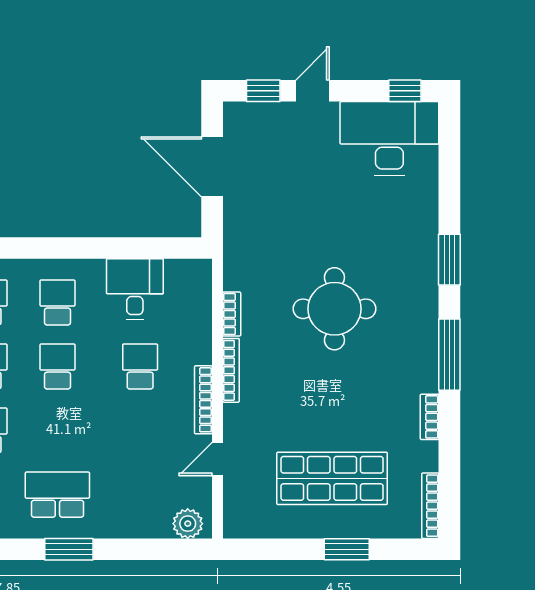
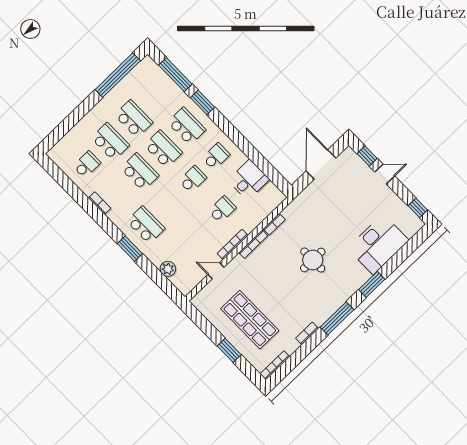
desk: (389, 138) -> (378, 244), moved, turned 90
round table: (334, 309) -> (313, 260), width x0.73, depth x0.73
plant: (188, 524) -> (168, 269), moved

